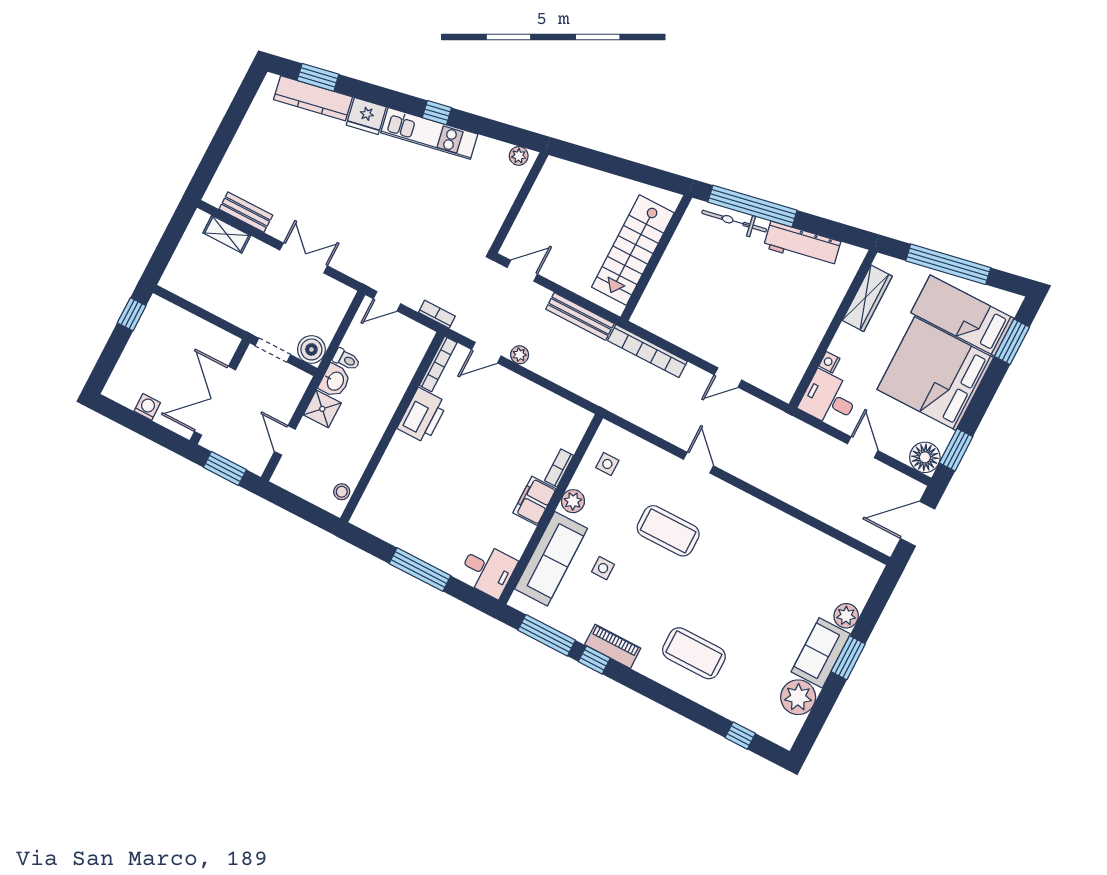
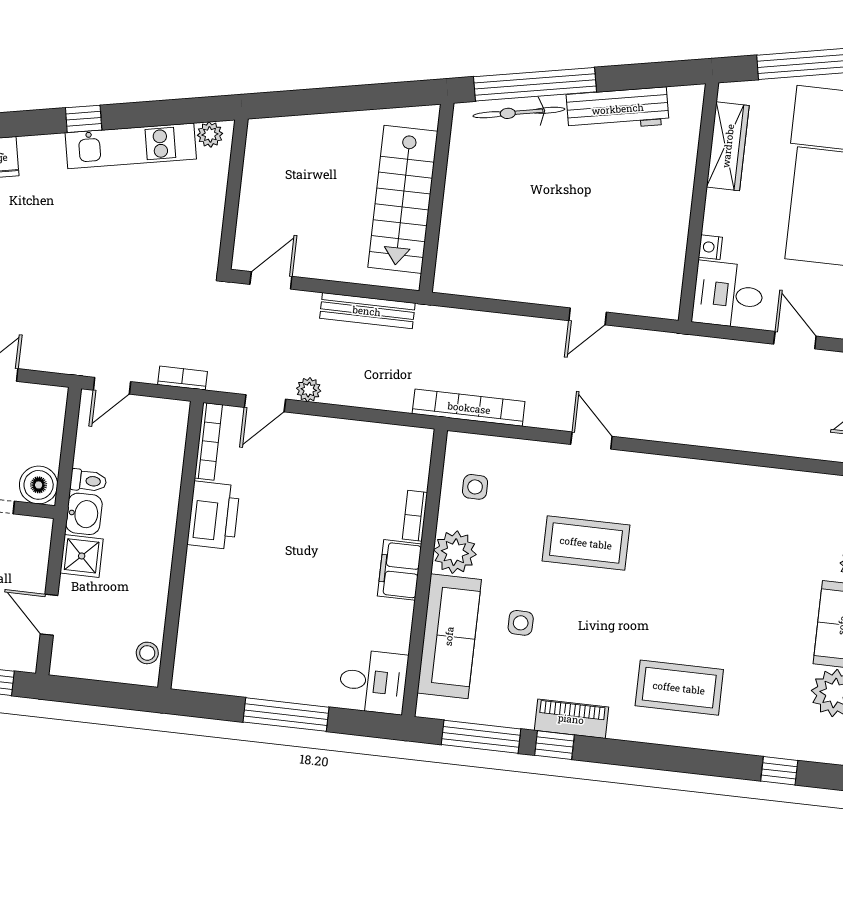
kitchen unit: (429, 133) -> (131, 146), moved
bookcase: (647, 351) -> (469, 408), moved, turned 180
plant: (573, 501) -> (455, 552), width x1.36, depth x1.36

